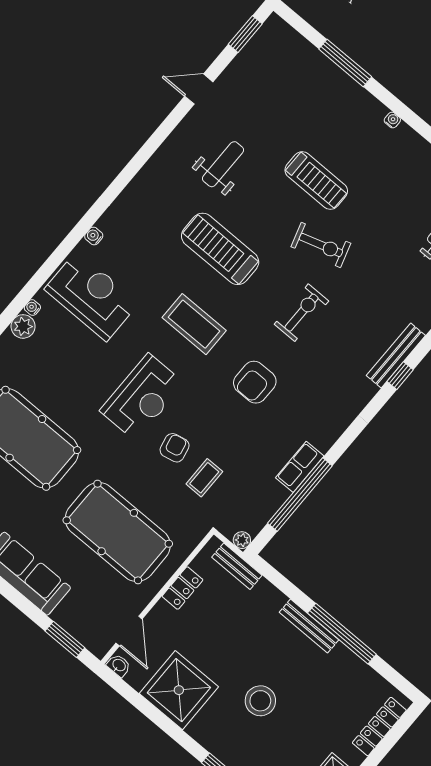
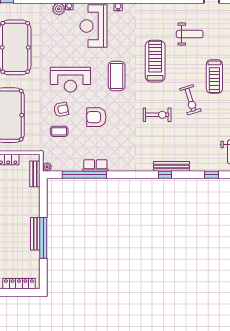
reception desk: (92, 296) -> (94, 26), turned 180
armchair: (255, 382) -> (96, 117), moved
bench: (309, 626) -> (35, 234), moved

